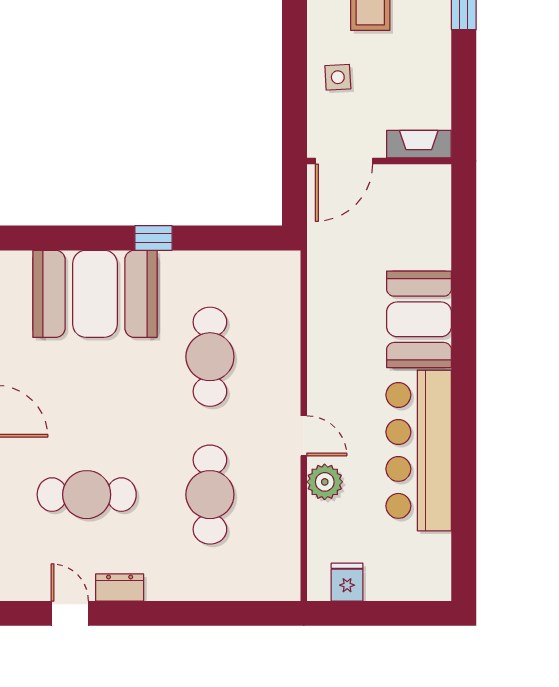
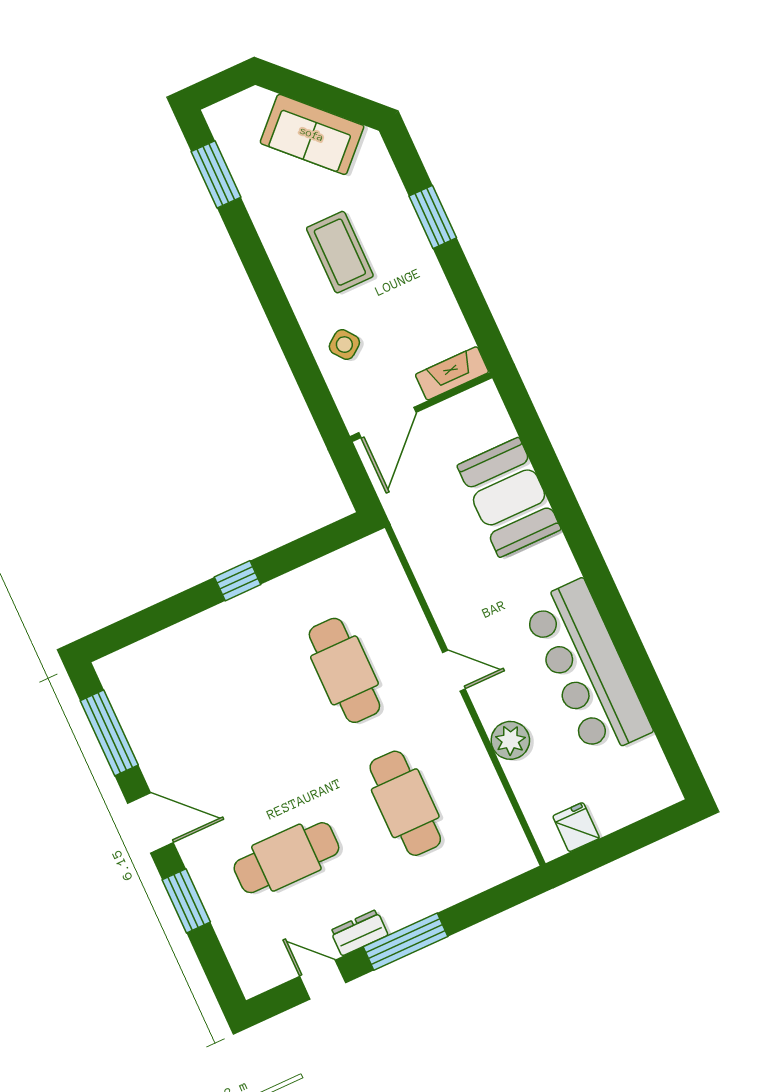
side table: (338, 77) -> (344, 345), turned -34
booth: (95, 294) -> (206, 660), removed
booth: (419, 319) -> (509, 497), moved
door: (304, 436) -> (454, 671), moved
window: (156, 613) -> (406, 942), added

